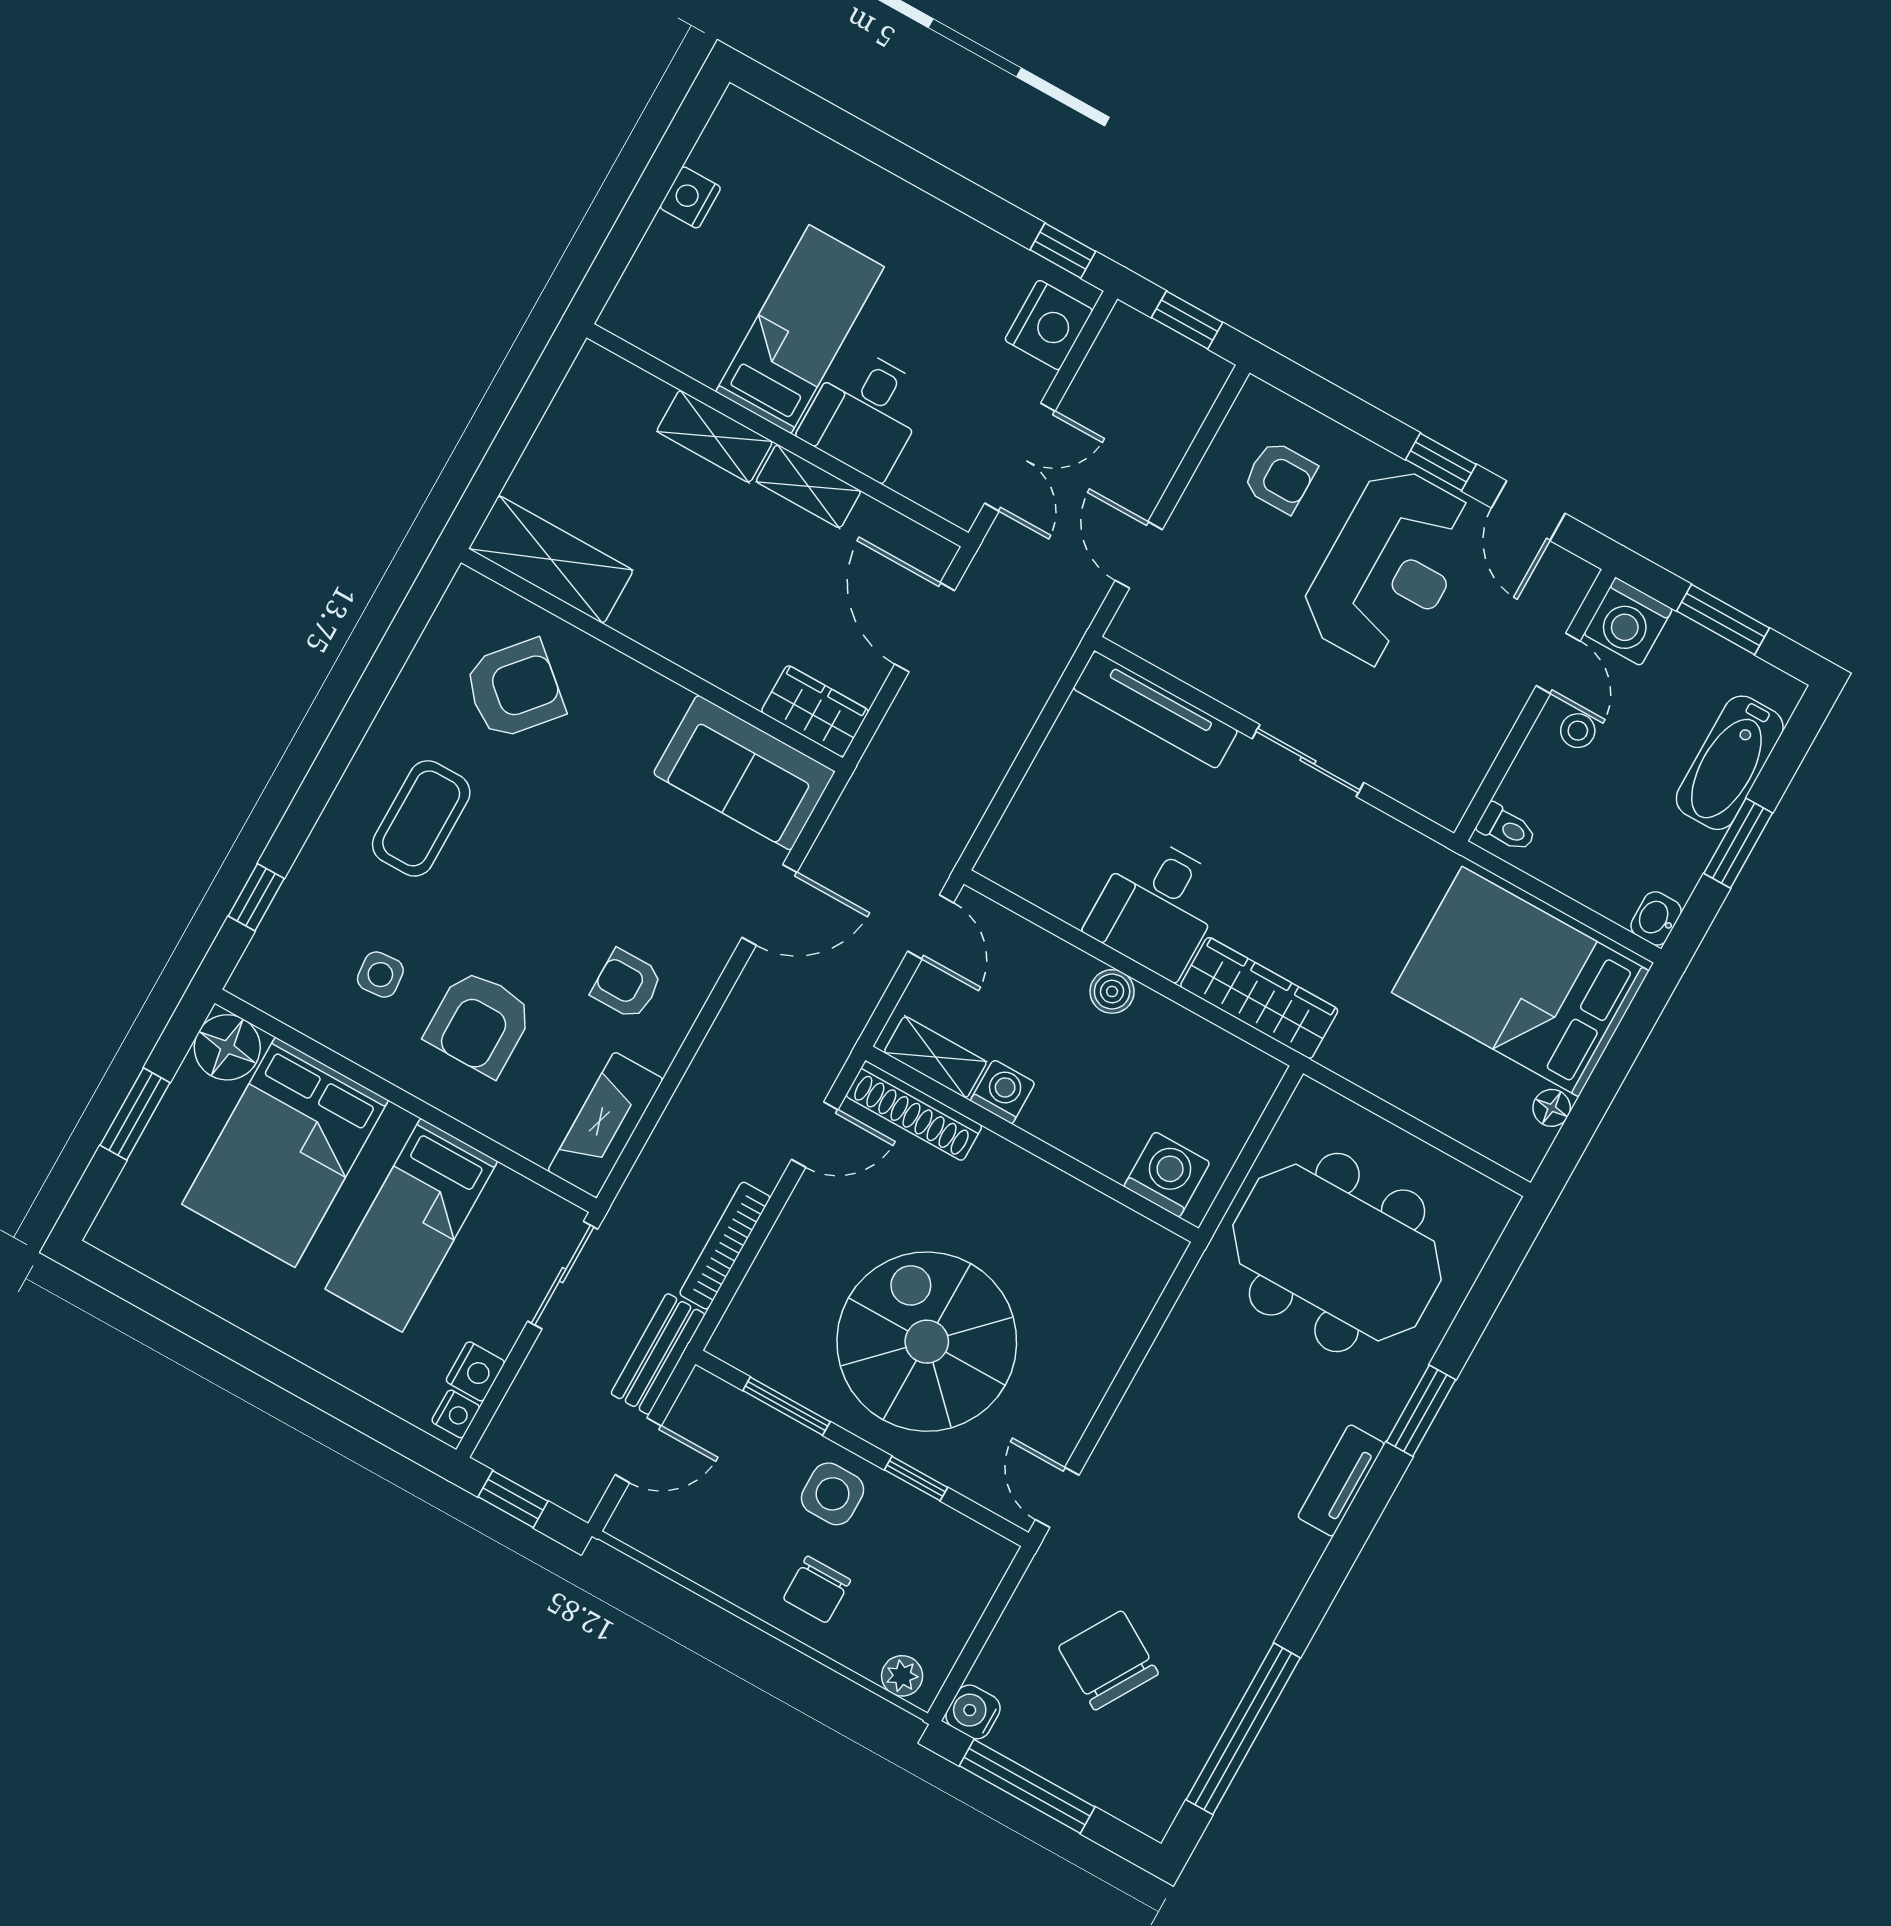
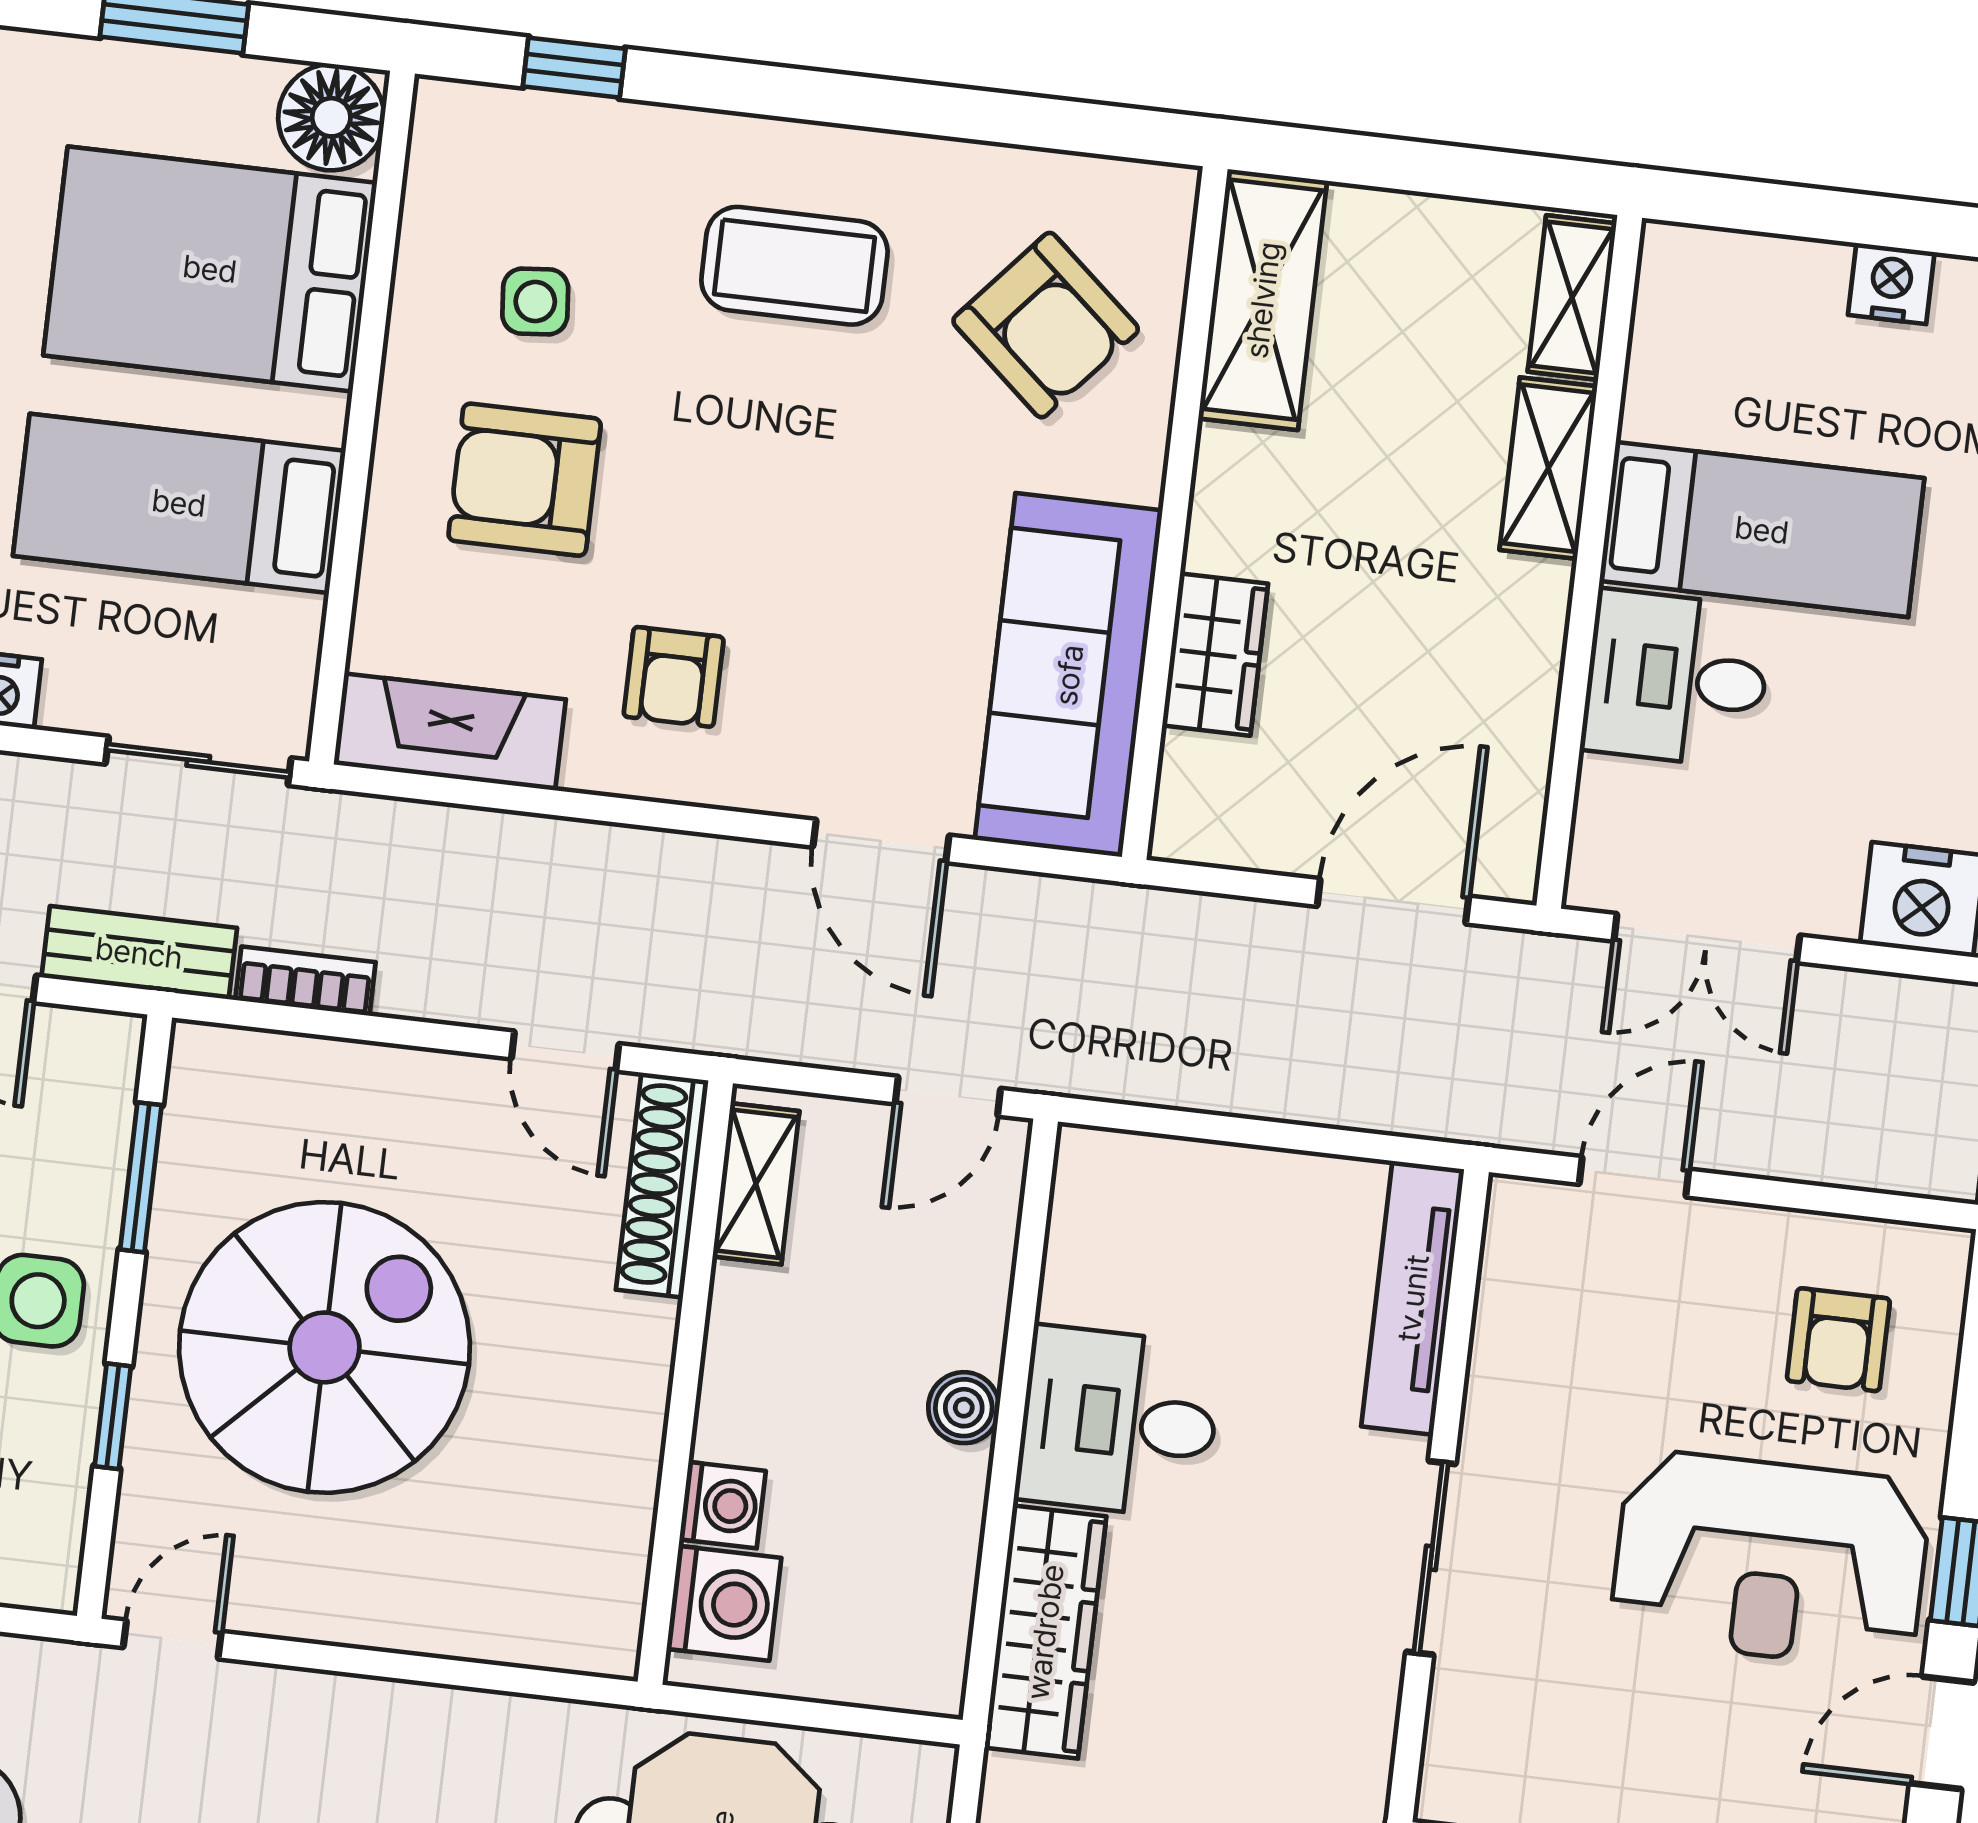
shelving: (808, 486) -> (1572, 298), moved
wardrobe: (815, 711) -> (1215, 655), moved
sofa: (744, 773) -> (1069, 675), width x1.36
armchair: (627, 984) -> (674, 677), turned 180
washing machine: (1003, 1092) -> (723, 1505), moved
bookcase: (725, 1246) -> (305, 981), width x0.64

